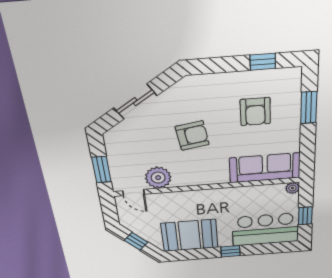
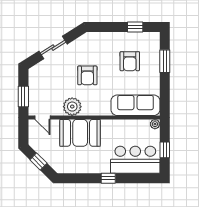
armchair: (192, 136) -> (87, 75), turned 99
plant: (158, 178) -> (72, 107), moved
booth: (190, 235) -> (80, 133), moved

